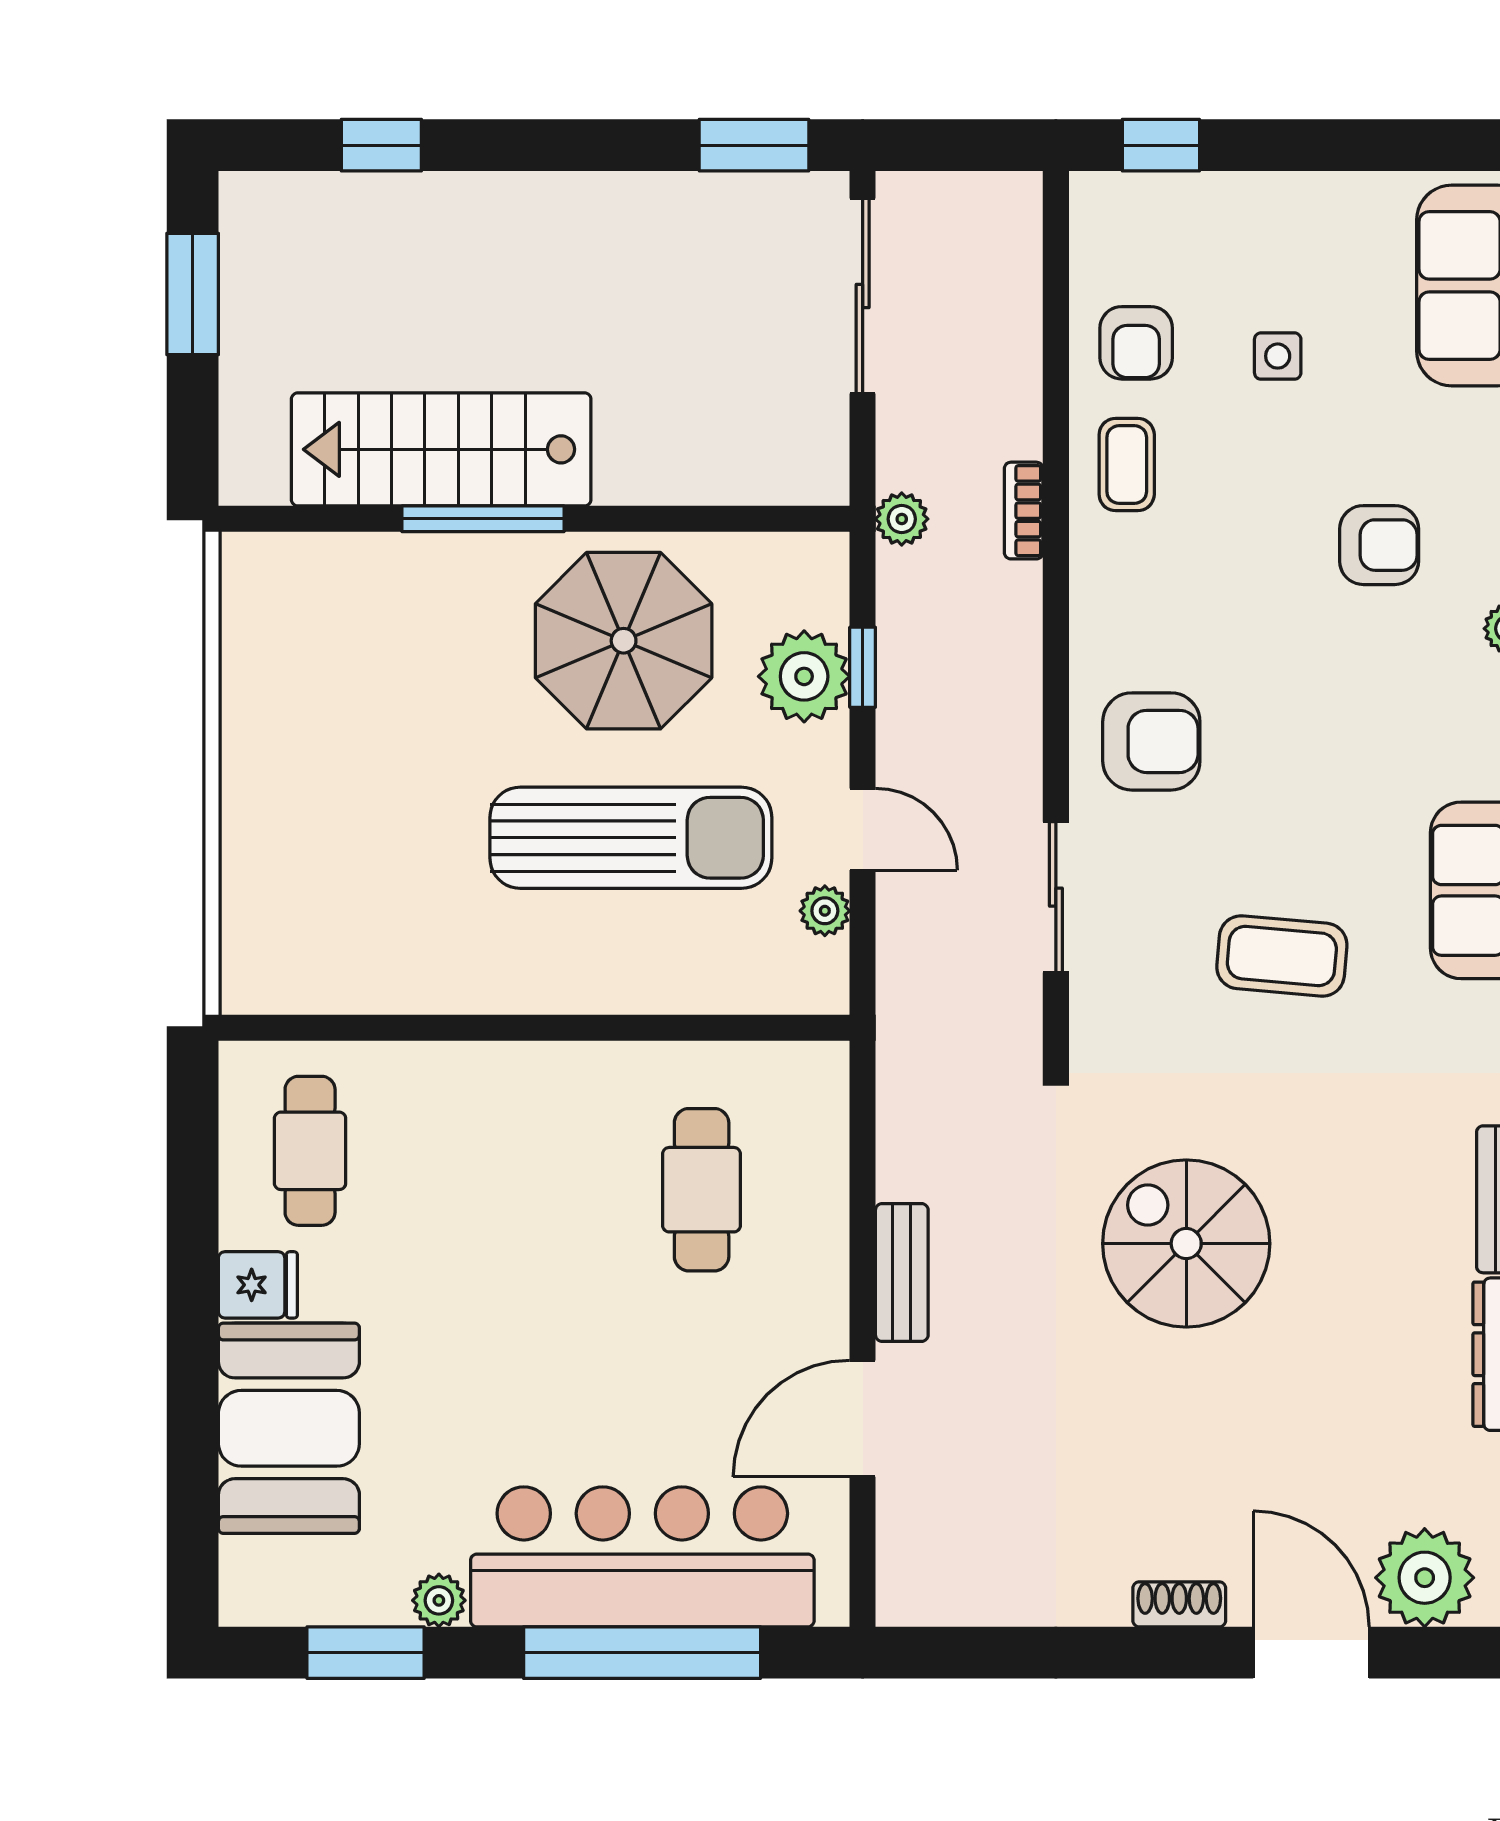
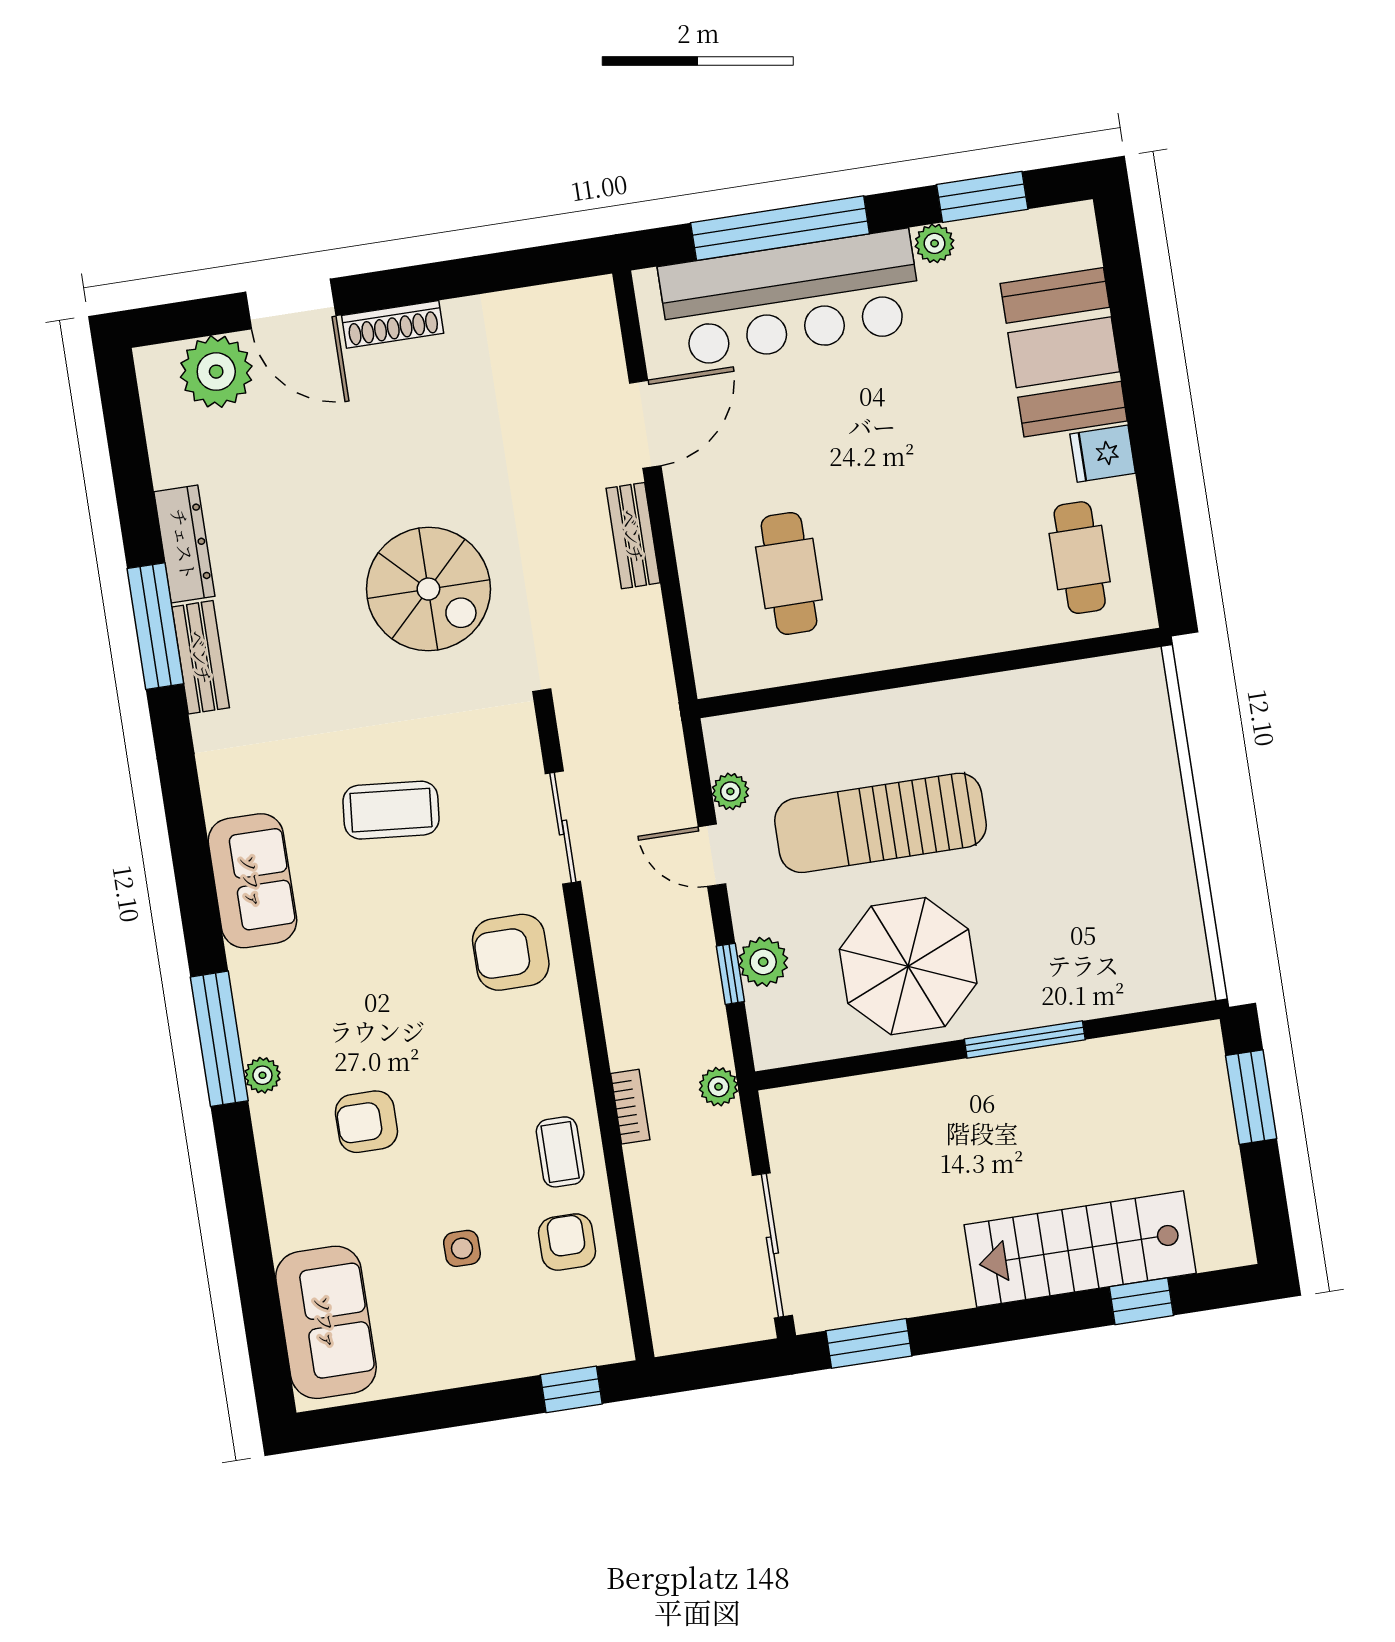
window: (193, 294) -> (1251, 1097), moved
stairs: (441, 449) -> (1080, 1249), moved, turned 180
plant: (804, 676) -> (763, 962), width x0.73, depth x0.73
shoe rack: (1179, 1604) -> (393, 324), width x1.43

